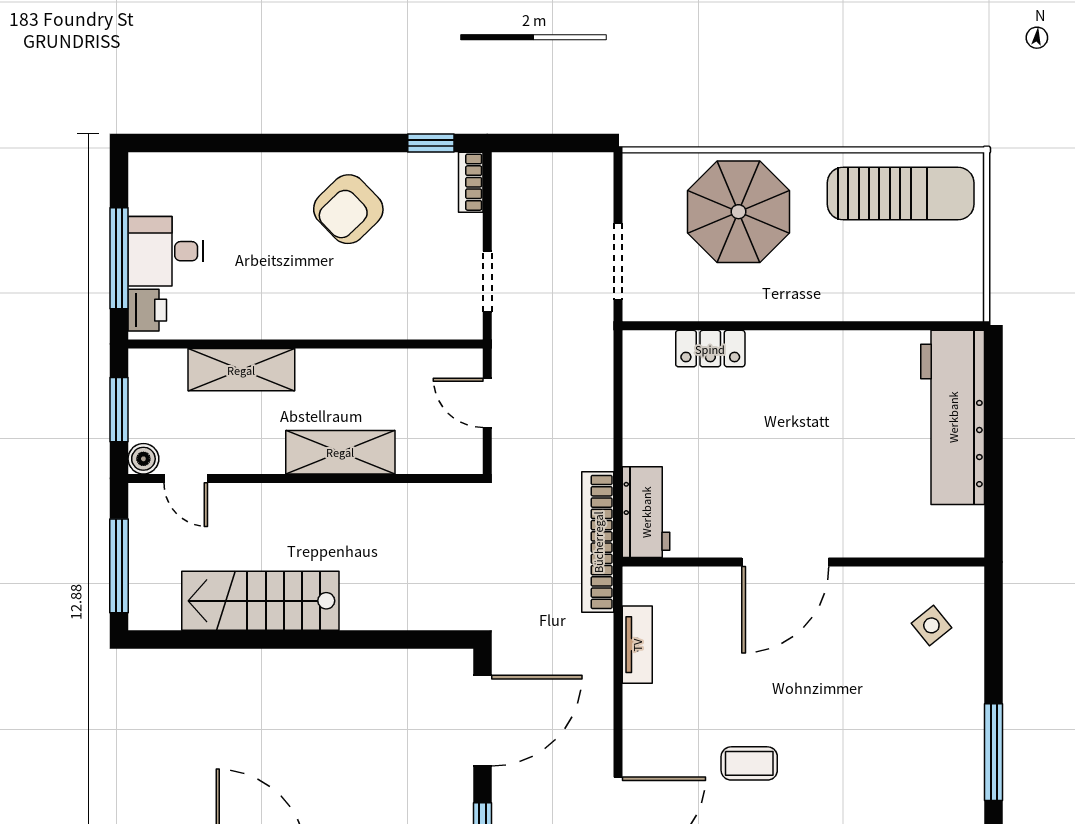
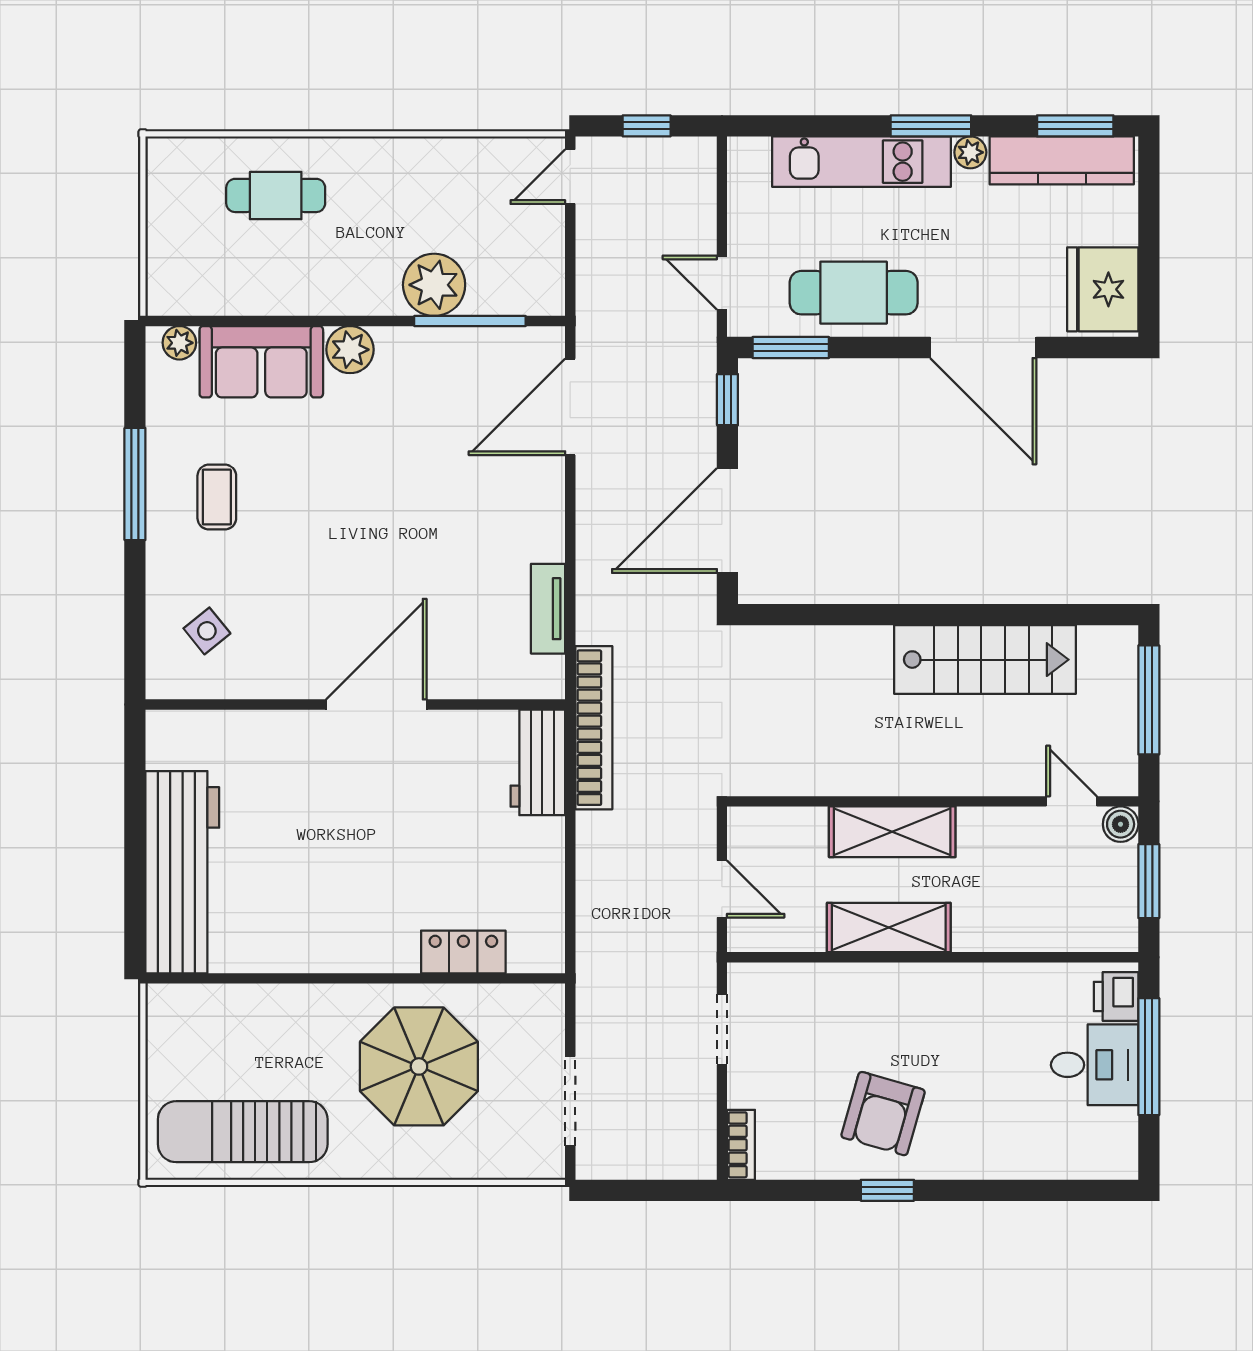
window: (431, 143) -> (887, 1190), moved
armchair: (348, 209) -> (883, 1114), turned 150
parasol: (739, 212) -> (419, 1066), moved
doorway: (618, 262) -> (570, 1101), moved
shelving: (241, 370) -> (889, 927), moved
coffee table: (749, 763) -> (217, 497), moved, turned 90

